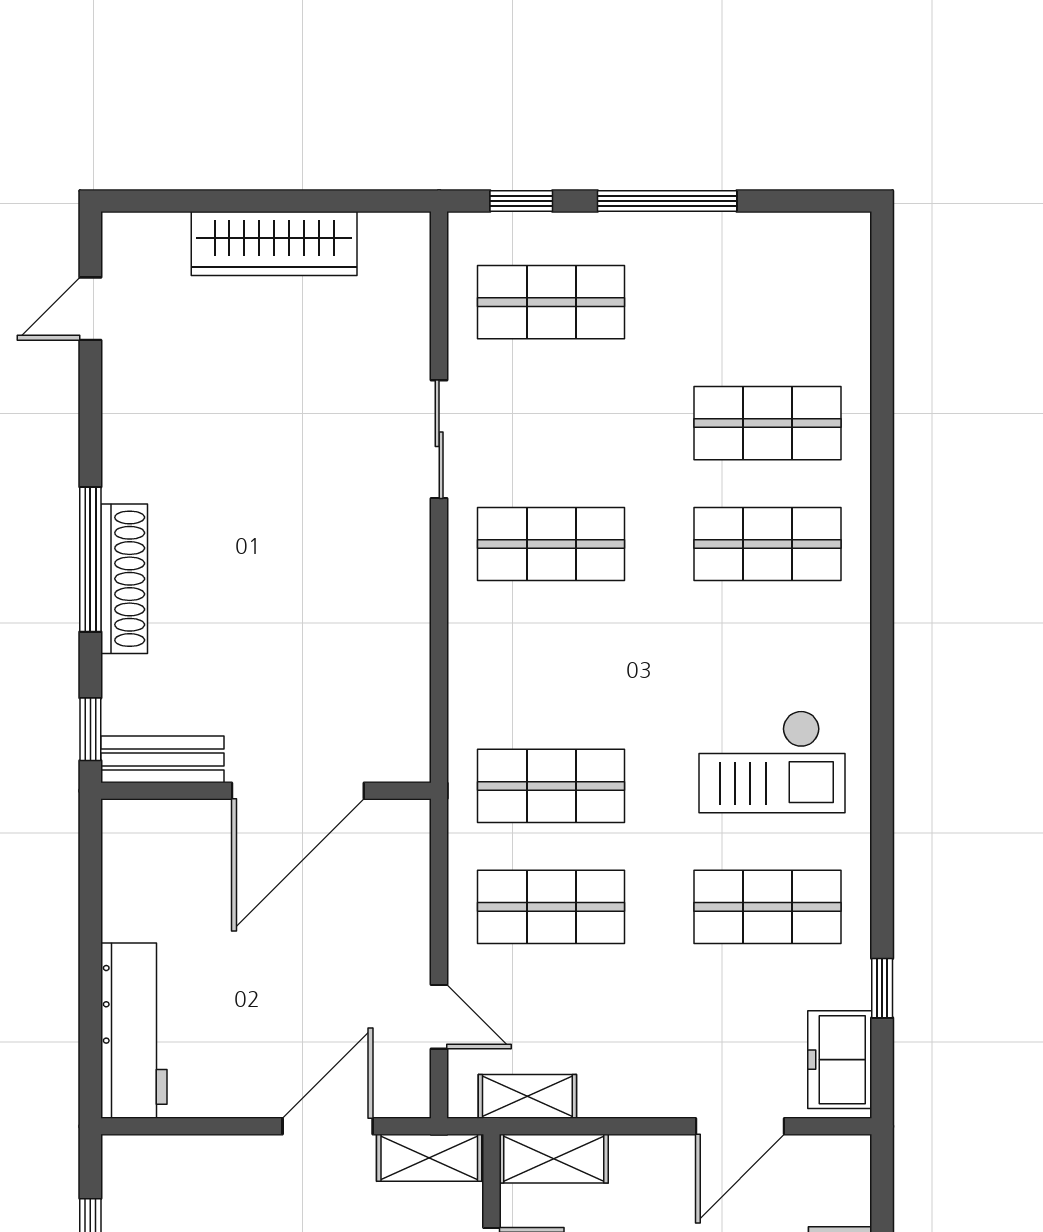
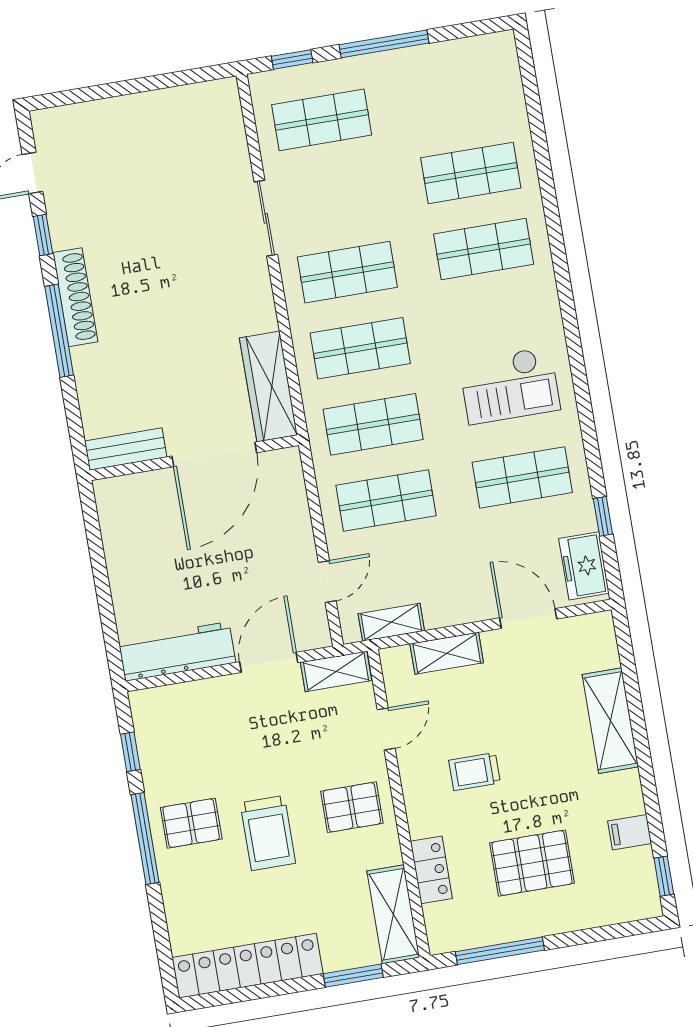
wardrobe: (274, 244) -> (268, 387), moved, turned 90
shoe rack: (124, 579) -> (75, 297), moved
shop shelf: (551, 665) -> (360, 348), added
window: (90, 729) -> (43, 235), moved
door: (439, 1017) -> (327, 582), hinge flipped
workbench: (134, 1031) -> (177, 651), moved, turned -90
door: (740, 1126) -> (528, 618), swing flipped
shelving: (554, 1159) -> (447, 653), moved

